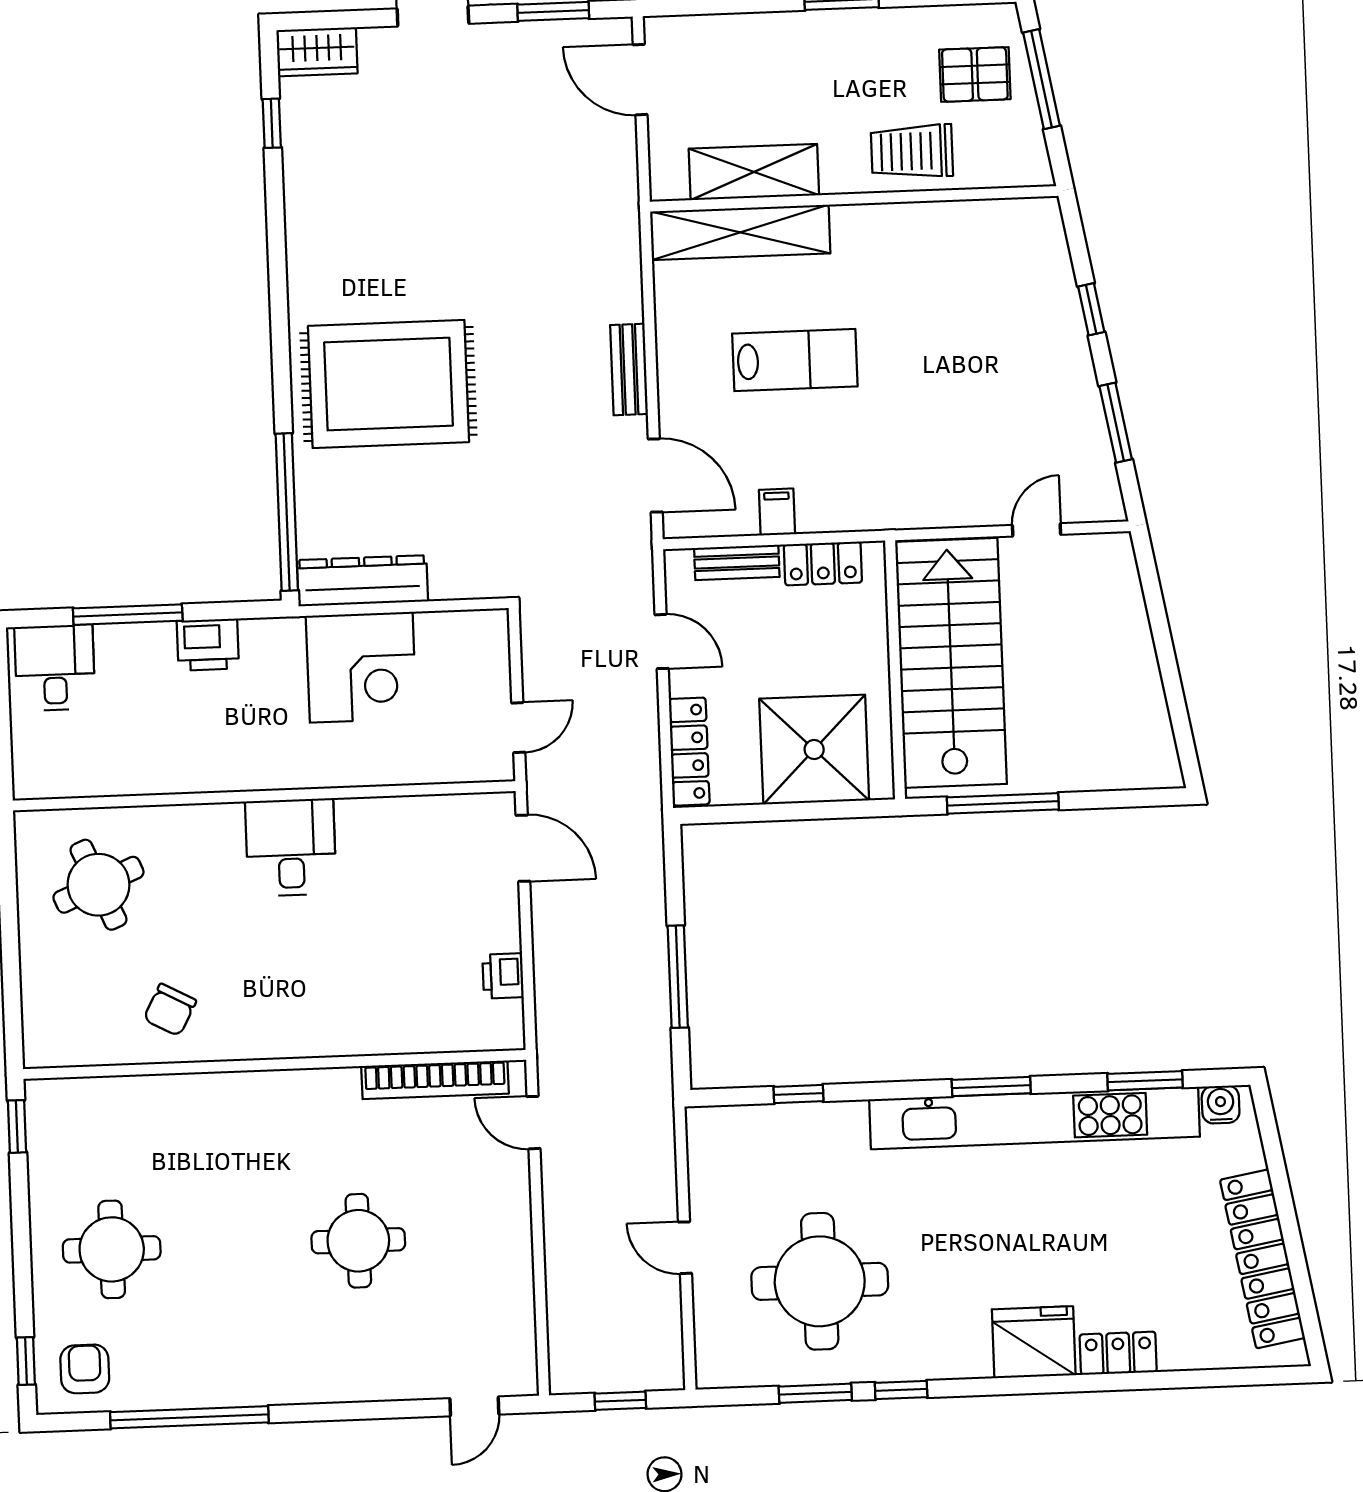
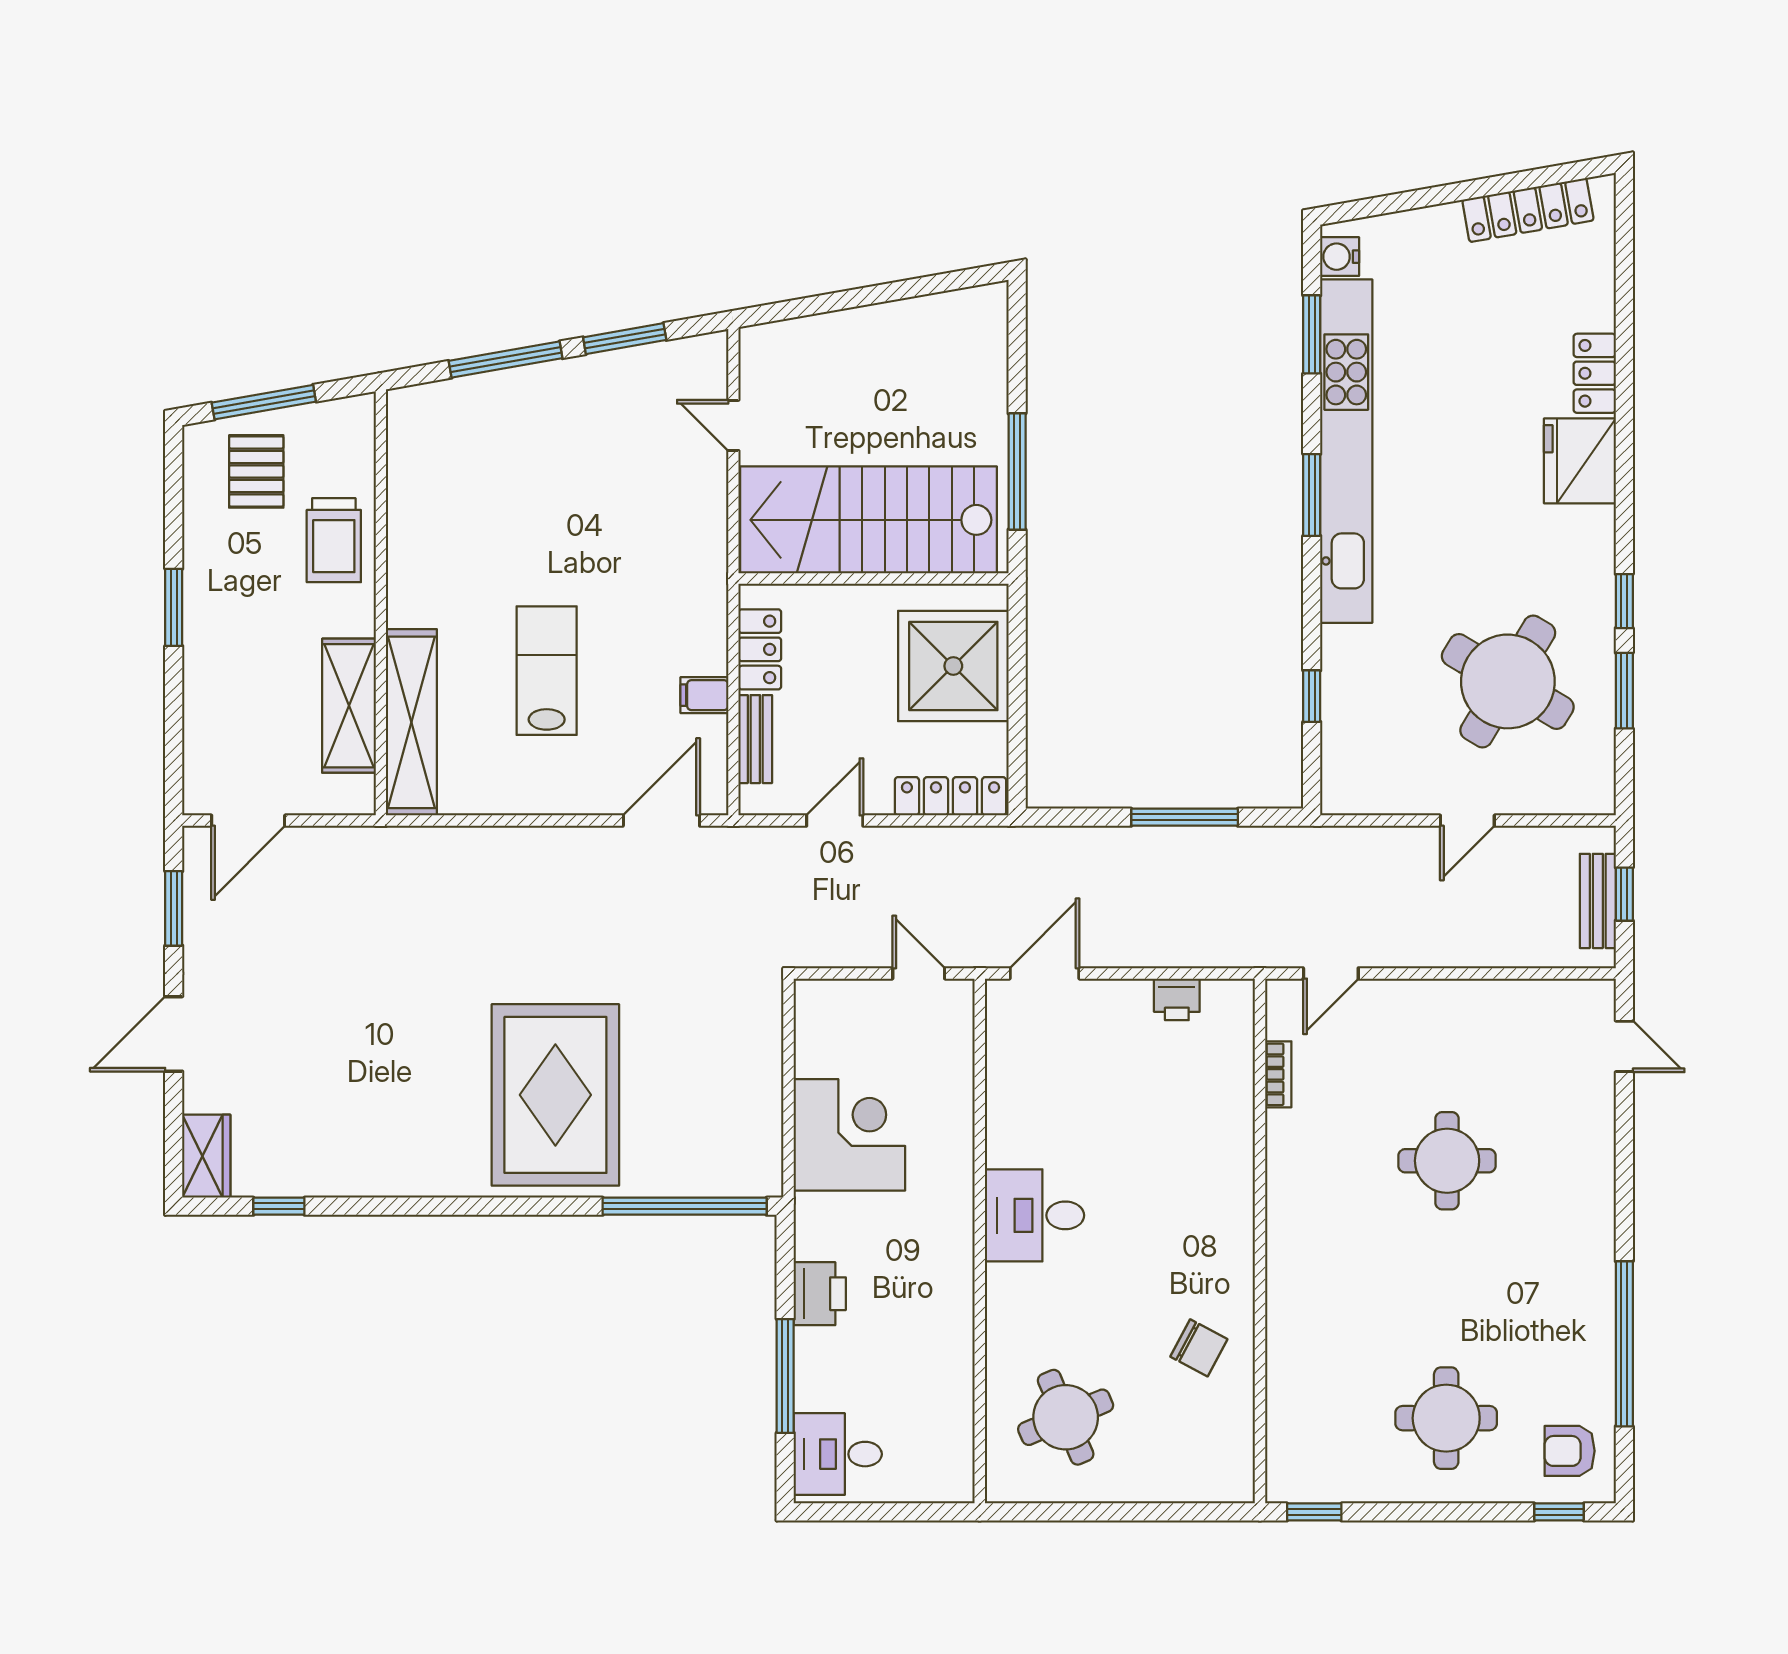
window: (1091, 309) -> (506, 360), width x2.17
bench: (629, 369) -> (1598, 901), moved, turned 90
dresser: (362, 581) -> (759, 1130), removed
bookcase: (435, 1080) -> (1278, 1074), width x0.43, depth x0.76
locker: (1262, 1259) -> (1528, 210), width x0.71, depth x0.83
round table: (820, 1281) -> (1508, 681), turned 31

